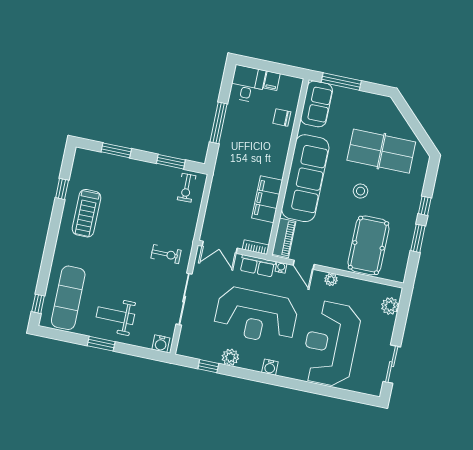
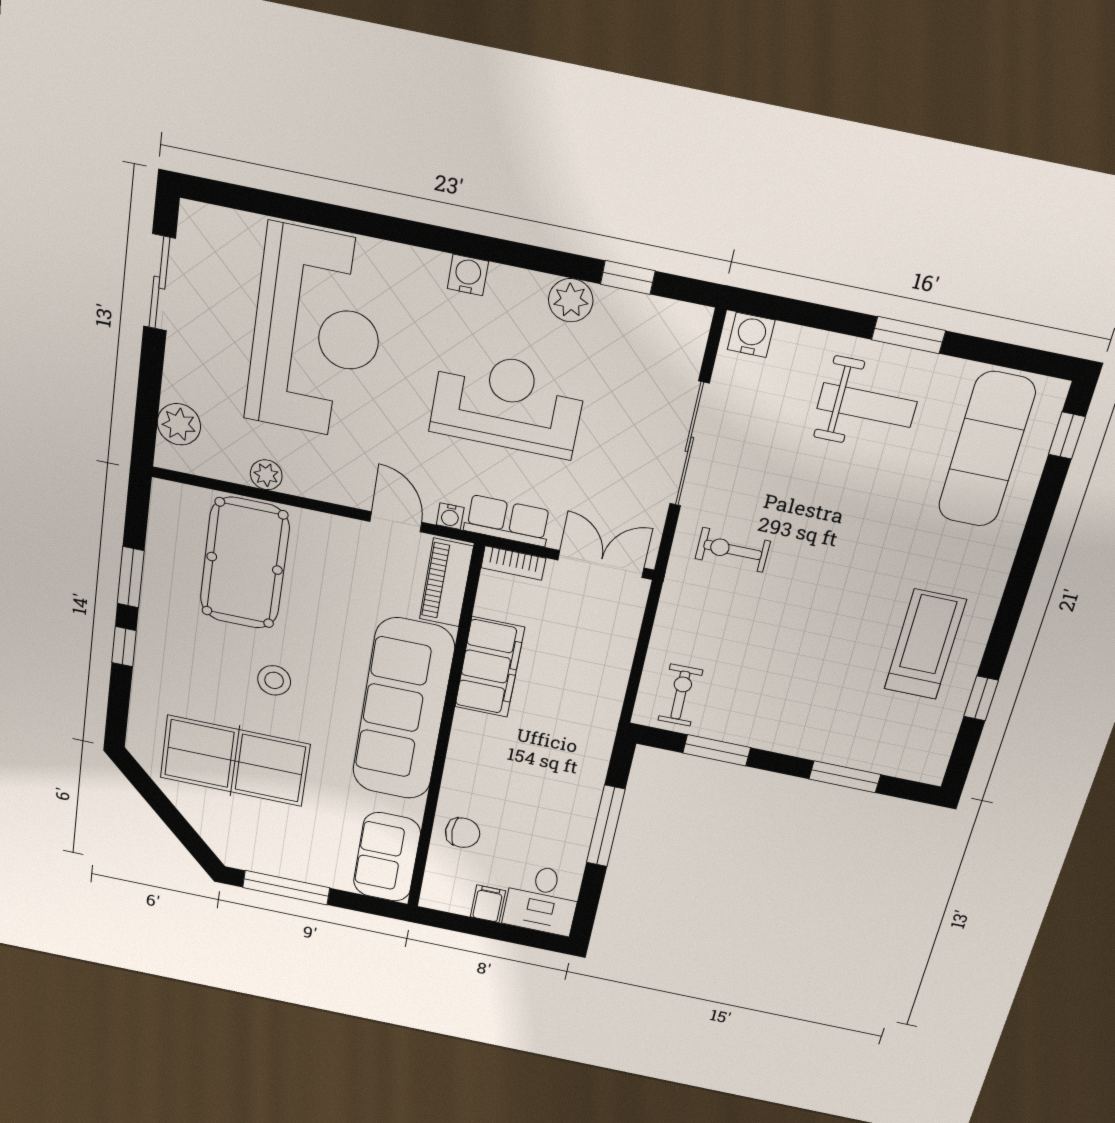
window: (341, 82) -> (286, 888), moved
plant: (331, 279) -> (266, 475), moved
reception desk: (256, 316) -> (508, 403), width x0.74, depth x0.77

